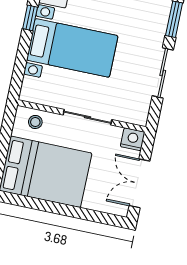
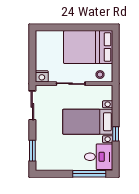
sliding door: (163, 73) -> (32, 105), moved
double door: (140, 183) -> (32, 52), removed

